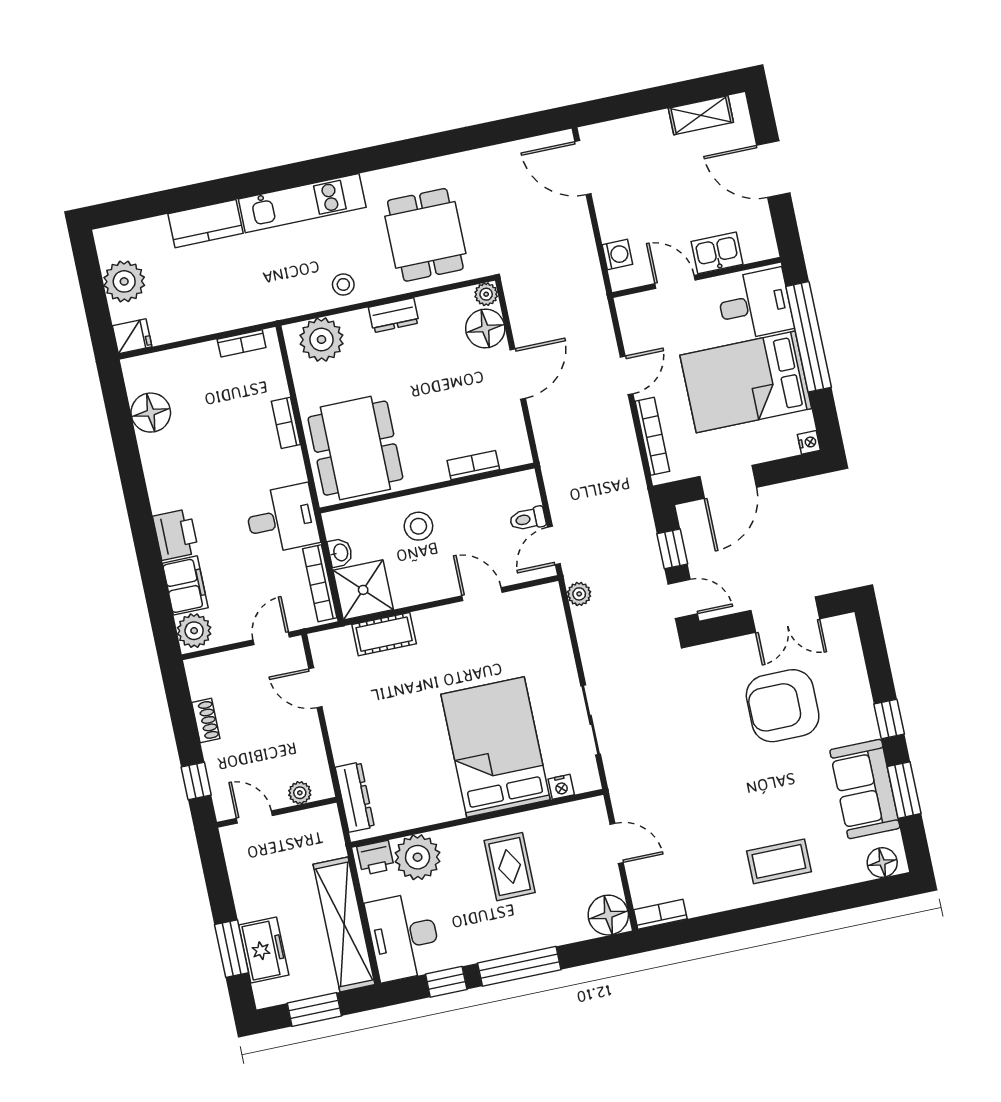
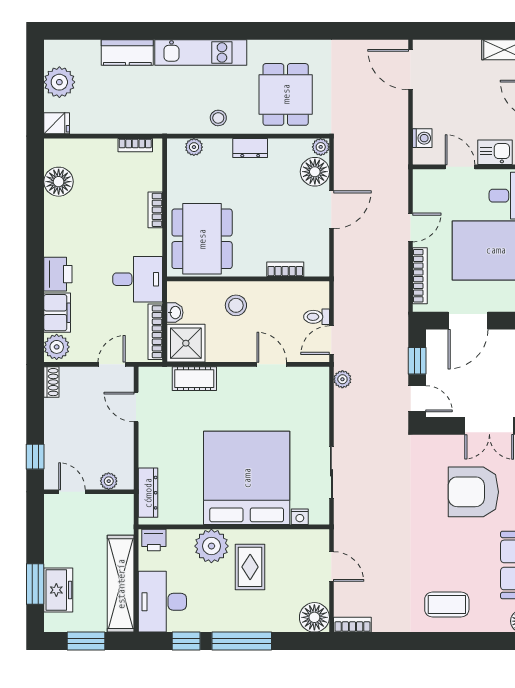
plant: (321, 340) -> (194, 147), width x0.53, depth x0.53
shoe rack: (206, 720) -> (51, 382), moved
bed: (496, 747) -> (247, 478), width x1.36
plant: (418, 857) -> (211, 546), moved

